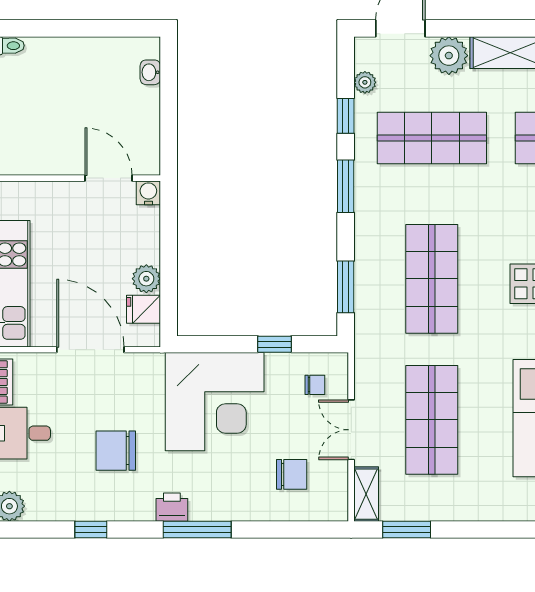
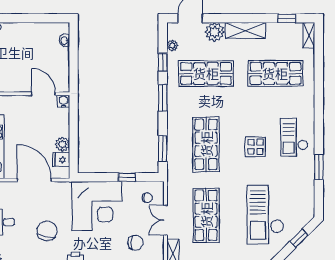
chair: (116, 451) -> (47, 231), turned 102

